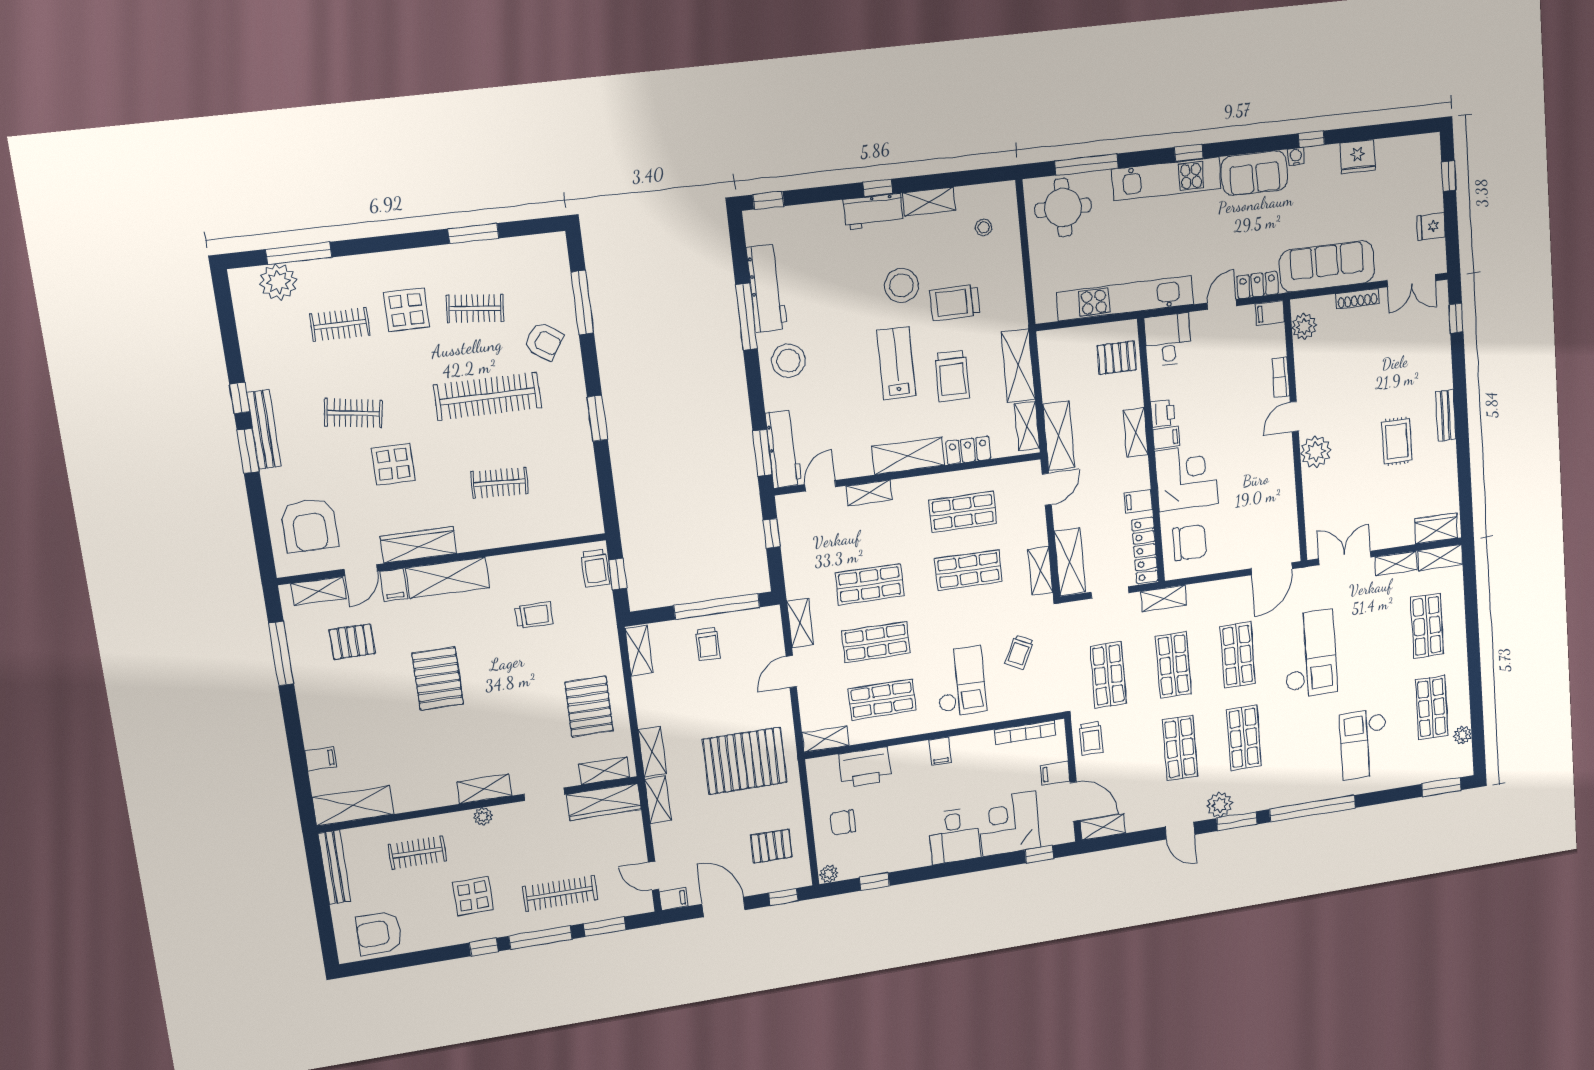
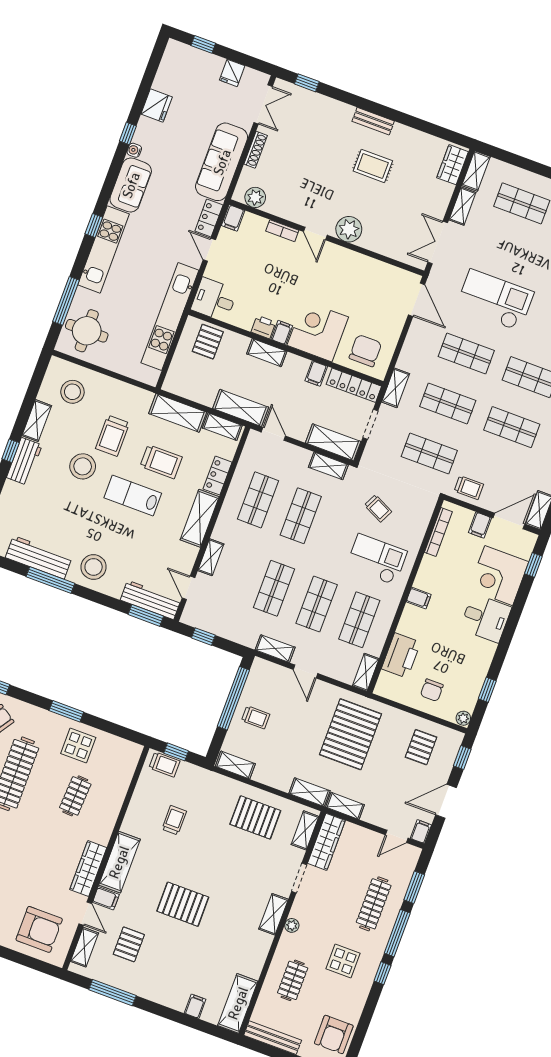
stool: (984, 227) -> (72, 392), width x1.89, depth x1.89
display table: (393, 464) -> (78, 745), moved

